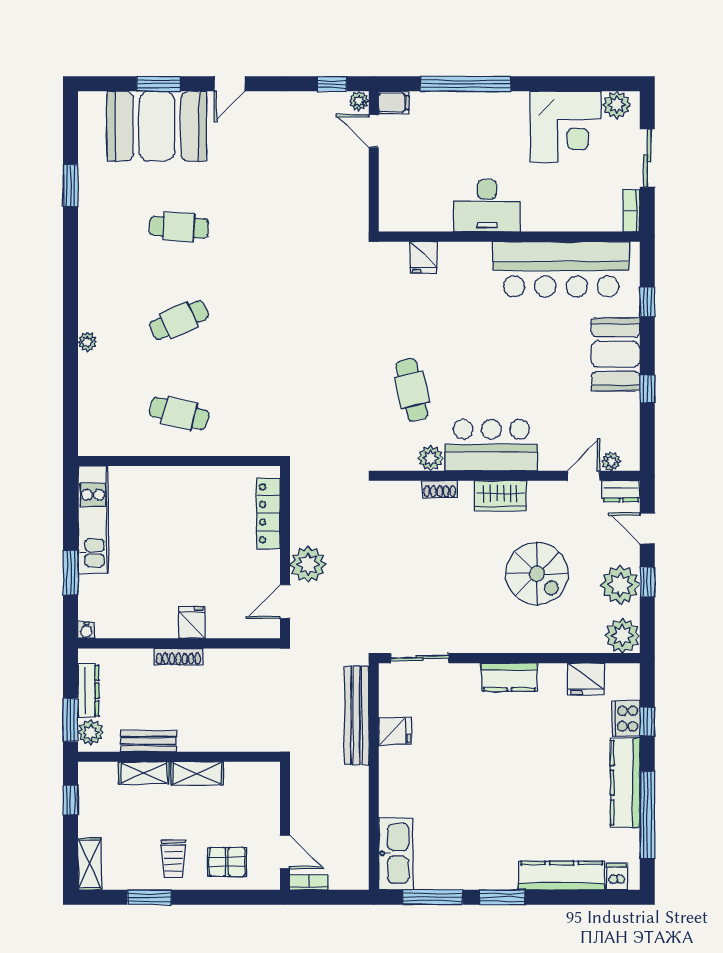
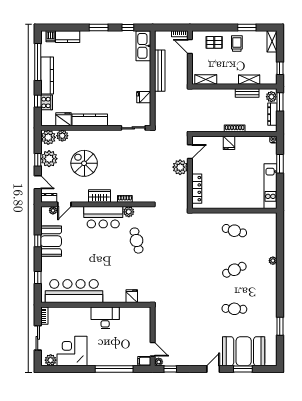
booth: (616, 354) -> (51, 241), moved
plant: (589, 639) -> (62, 136), added
kitchen counter: (509, 677) -> (90, 120), width x1.50
bench: (357, 715) -> (160, 71), moved
shelving: (197, 773) -> (206, 79), moved
kitchen counter: (562, 876) -> (68, 37), width x0.67
window: (433, 897) -> (128, 27), width x0.46

